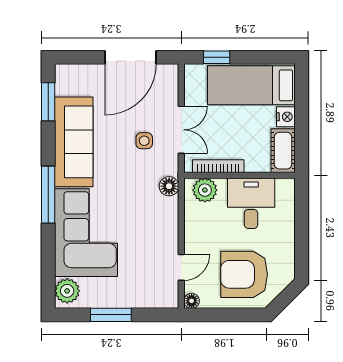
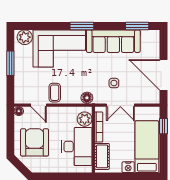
cot: (283, 151) -> (102, 156), moved, turned 90
window: (48, 195) -> (82, 26), width x0.69
desk: (251, 203) -> (77, 147), width x1.37
coffee table: (160, 240) -> (55, 93), added

